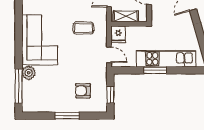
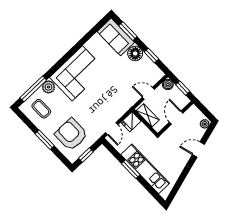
coffee table: (83, 28) -> (41, 109), moved
armchair: (83, 91) -> (71, 134), width x1.88, depth x1.88

